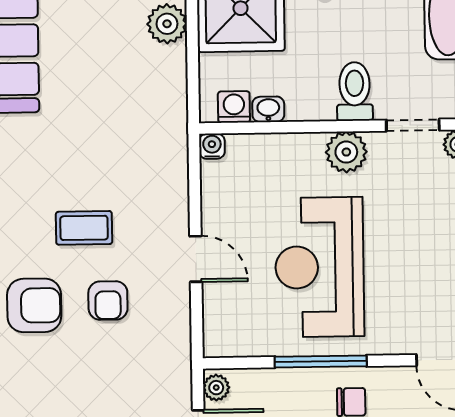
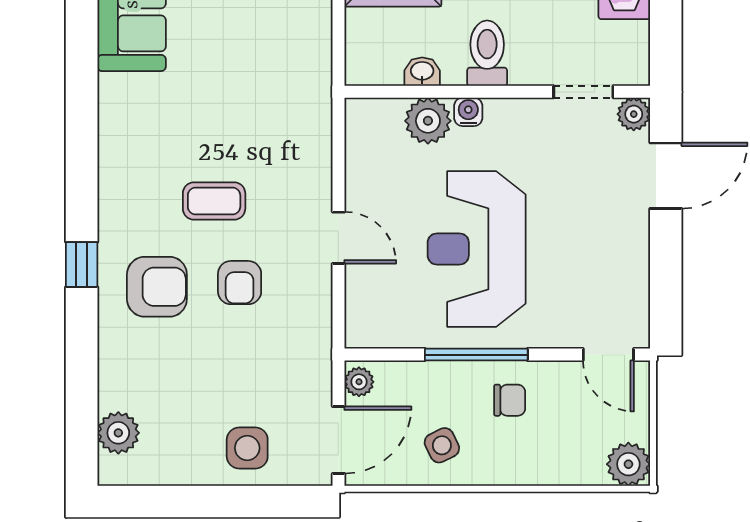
toilet: (355, 91) -> (487, 53), moved
washing machine: (234, 107) -> (384, 68), removed
water cooler: (212, 146) -> (468, 112), moved
plant: (346, 152) -> (428, 121), moved

